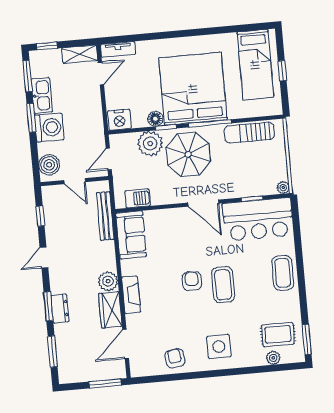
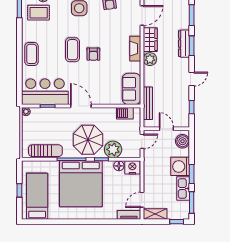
floor lamp: (155, 119) -> (119, 166), moved
dresser: (60, 309) -> (184, 44), width x1.44

